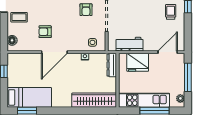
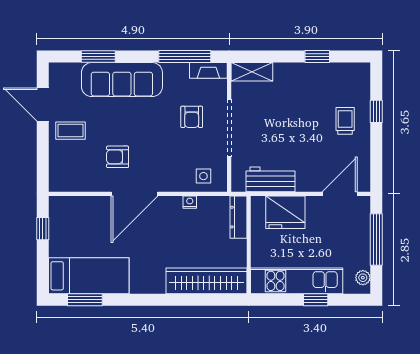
floor lamp: (12, 40) -> (58, 172), removed
window: (154, 111) -> (316, 300), width x0.46

